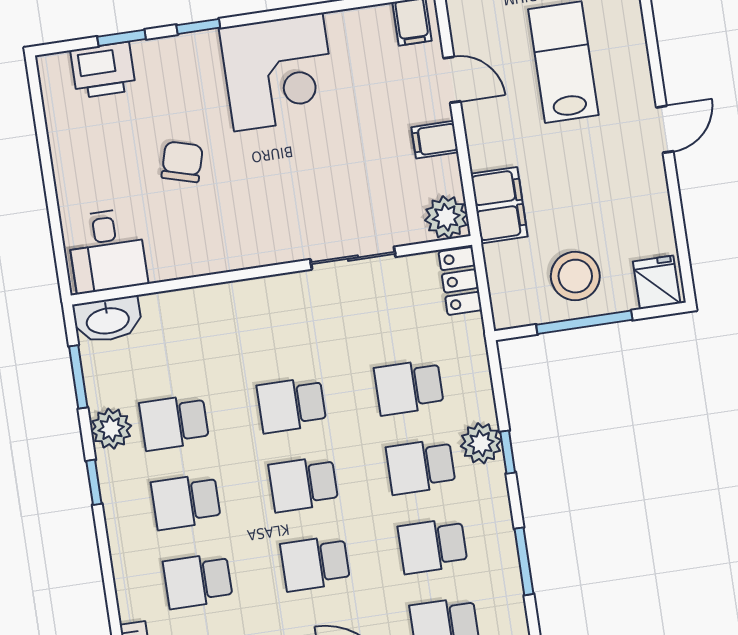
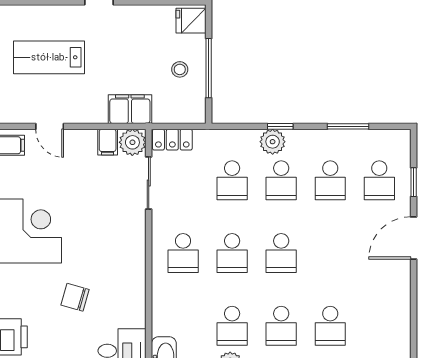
door: (452, 80) -> (50, 126), swing flipped
filing cabinet: (435, 140) -> (108, 142), moved
sliding door: (353, 258) -> (149, 183), moved
stool: (575, 276) -> (180, 69), width x0.53, depth x0.53
school desk: (315, 563) -> (183, 253), moved

